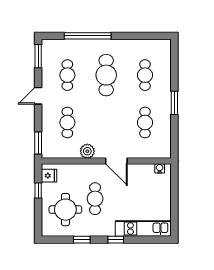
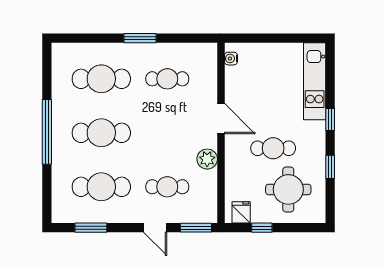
window: (88, 36) -> (47, 132), moved
window: (38, 56) -> (91, 228), moved
cafe table: (67, 75) -> (101, 187), width x1.37, depth x1.35
cafe table: (145, 75) -> (101, 79), width x1.37, depth x1.35
door: (38, 96) -> (155, 228), moved
door: (116, 161) -> (221, 119), hinge flipped

